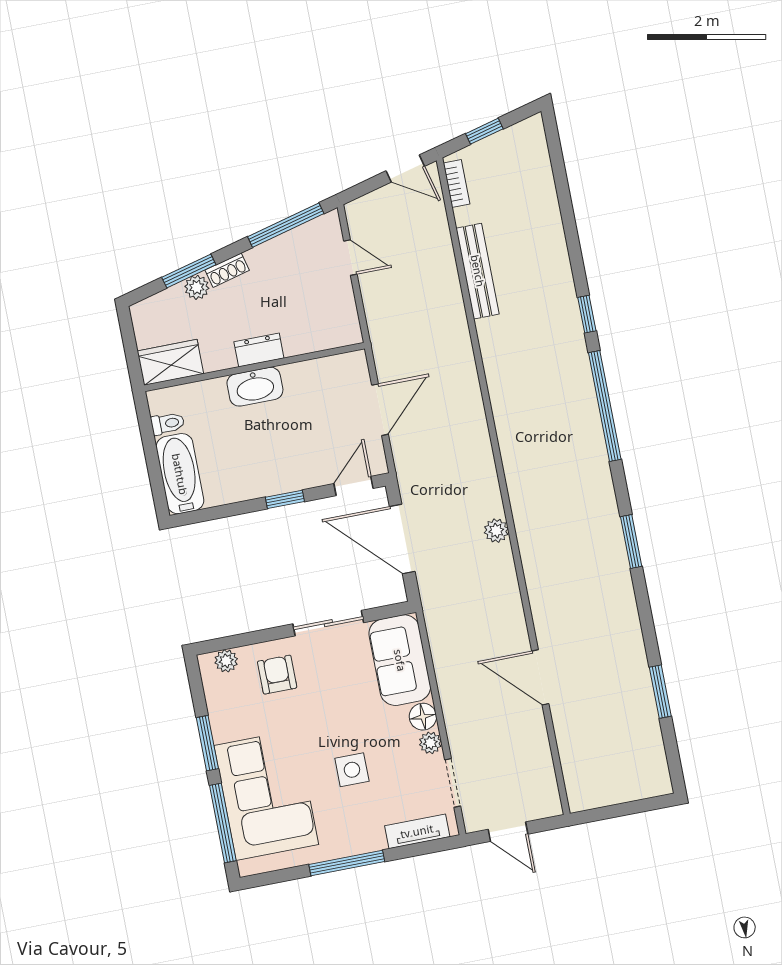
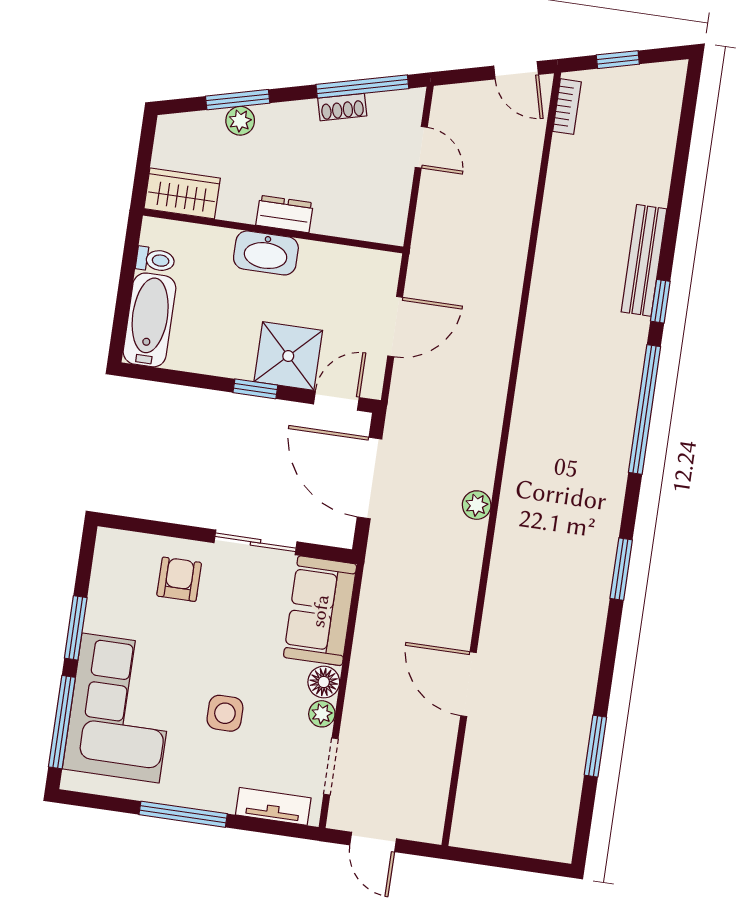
shoe rack: (227, 270) -> (342, 107), moved
bench: (478, 271) -> (644, 260), moved
shower: (302, 464) -> (288, 356), added
plant: (226, 661) -> (128, 544), removed

